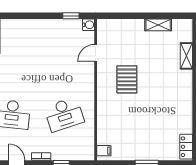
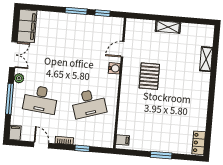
window: (42, 16) -> (76, 11), added
water cooler: (89, 25) -> (114, 68), moved
shelving: (158, 25) -> (168, 27), moved

